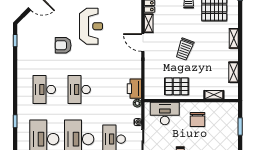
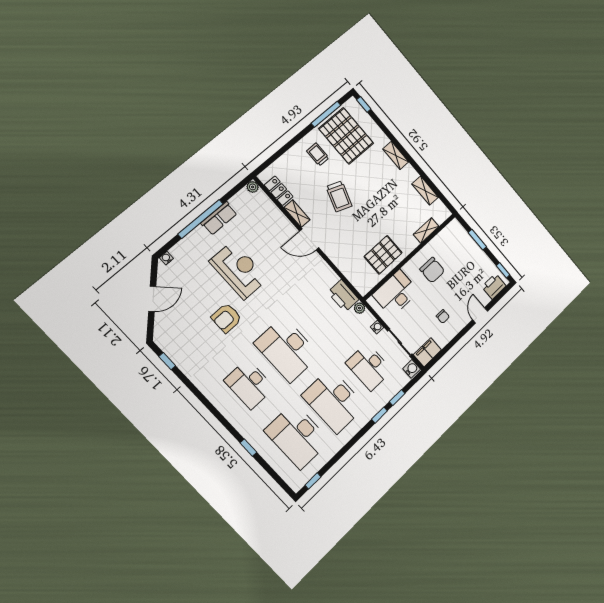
trolley: (185, 49) -> (339, 196), moved
desk: (79, 90) -> (287, 349), width x1.36, depth x1.30

